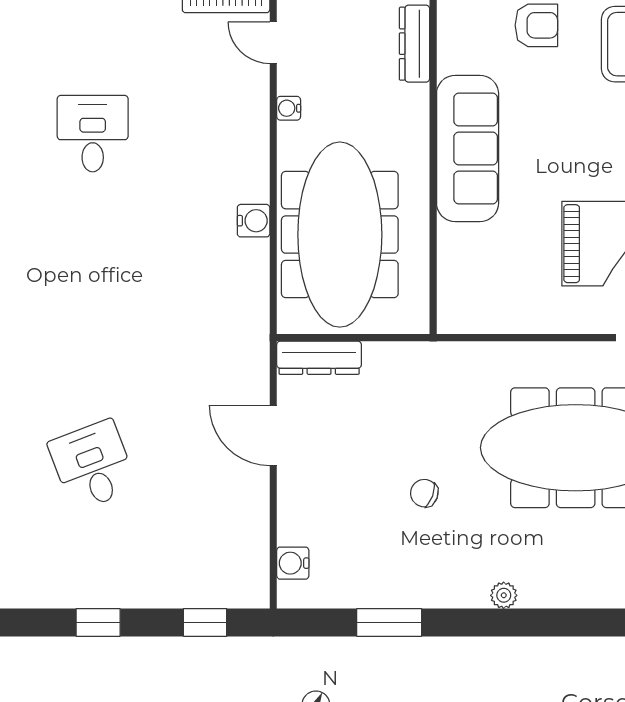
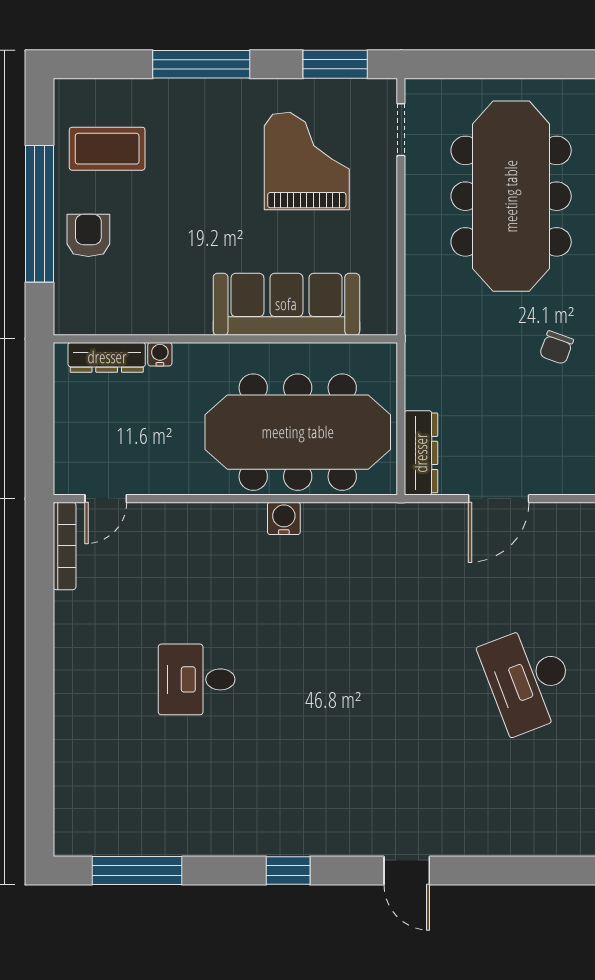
water cooler: (289, 108) -> (160, 354), moved, turned 180
sofa: (468, 148) -> (286, 304), moved
desk: (93, 465) -> (529, 679), width x1.37

